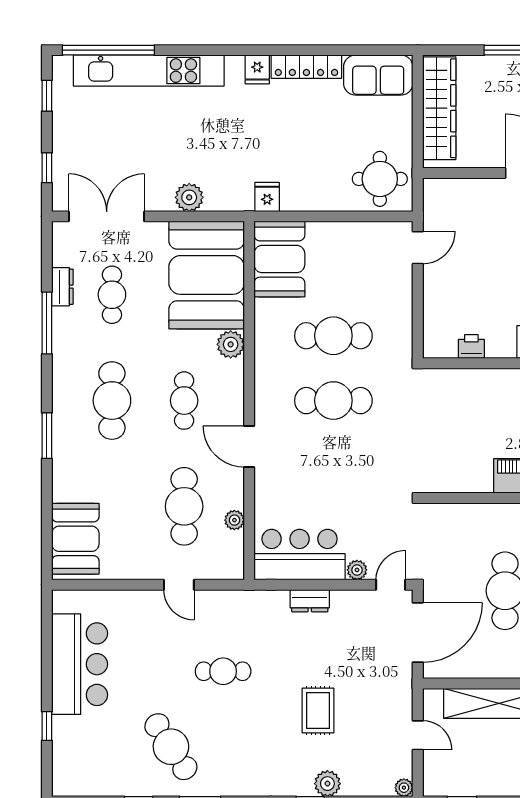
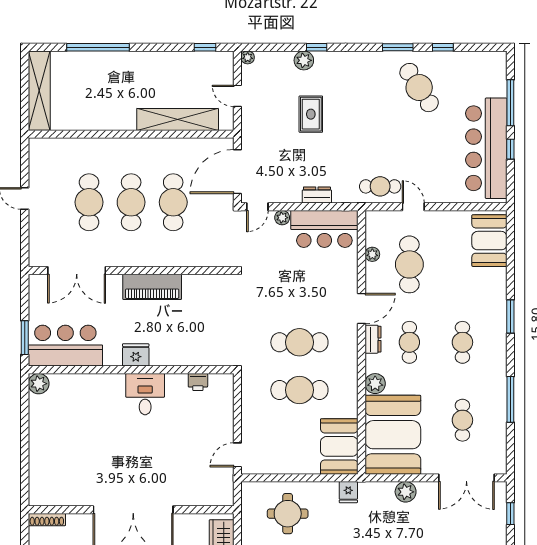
round table: (380, 179) -> (288, 514), moved
dresser: (62, 287) -> (373, 339), moved, turned 180
cafe table: (112, 401) -> (462, 342), width x0.73, depth x0.74
door: (249, 446) -> (361, 309), hinge flipped
window: (47, 663) -> (510, 149), added
bar counter: (80, 664) -> (486, 148), width x1.36
cafe table: (223, 671) -> (380, 186), moved
window: (47, 726) -> (510, 103), width x2.17

